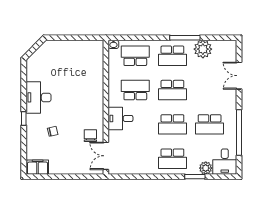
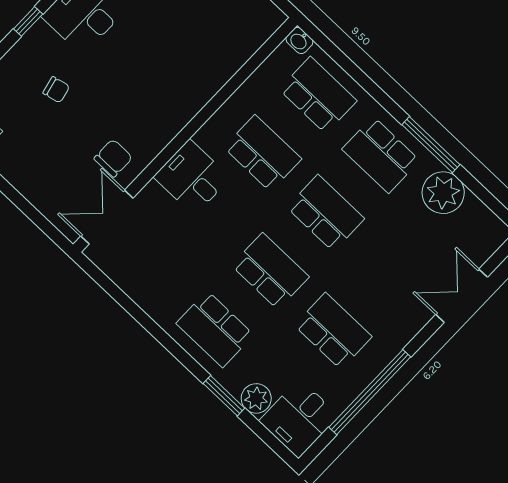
school desk: (172, 90) -> (326, 213), turned 180
school desk: (172, 124) -> (270, 271), turned 180
school desk: (210, 124) -> (333, 331), turned 180

